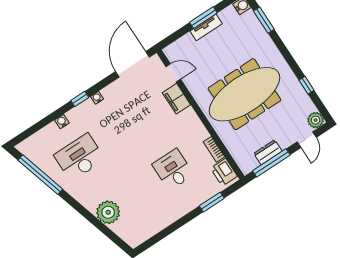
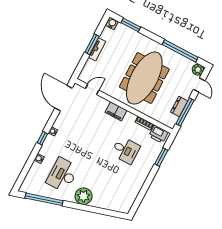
window: (306, 85) -> (180, 51), width x3.17
filing cabinet: (176, 99) -> (116, 111), moved
desk: (173, 170) -> (126, 150), turned 180
plant: (108, 212) -> (84, 196), moved

